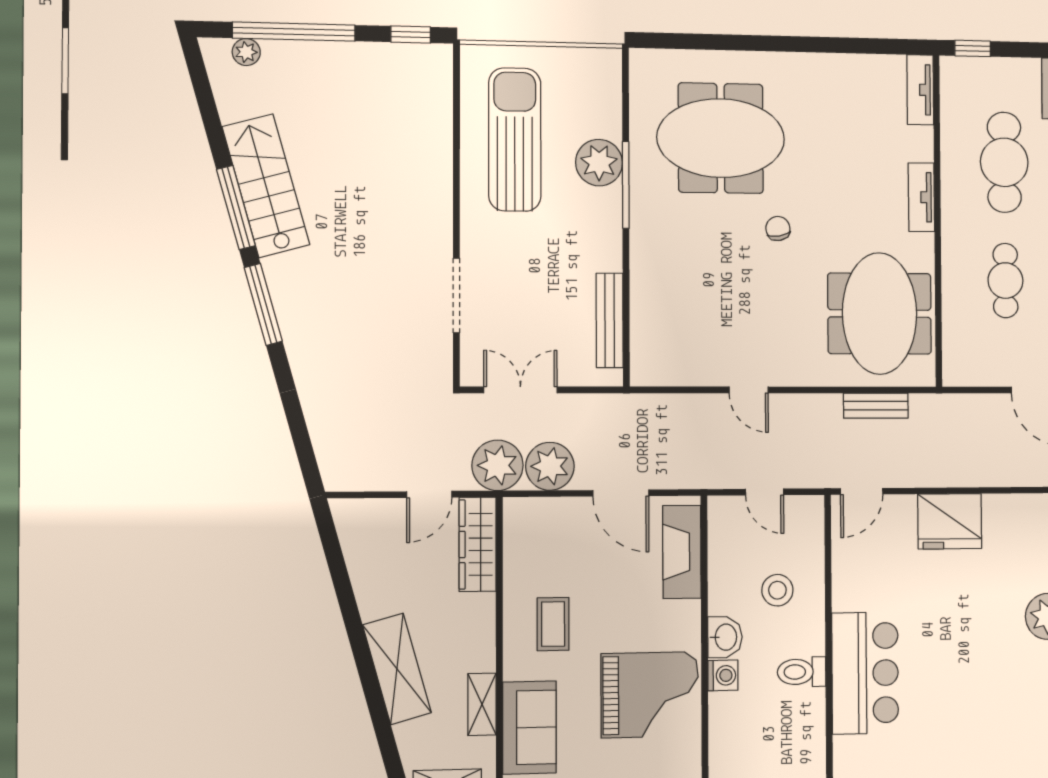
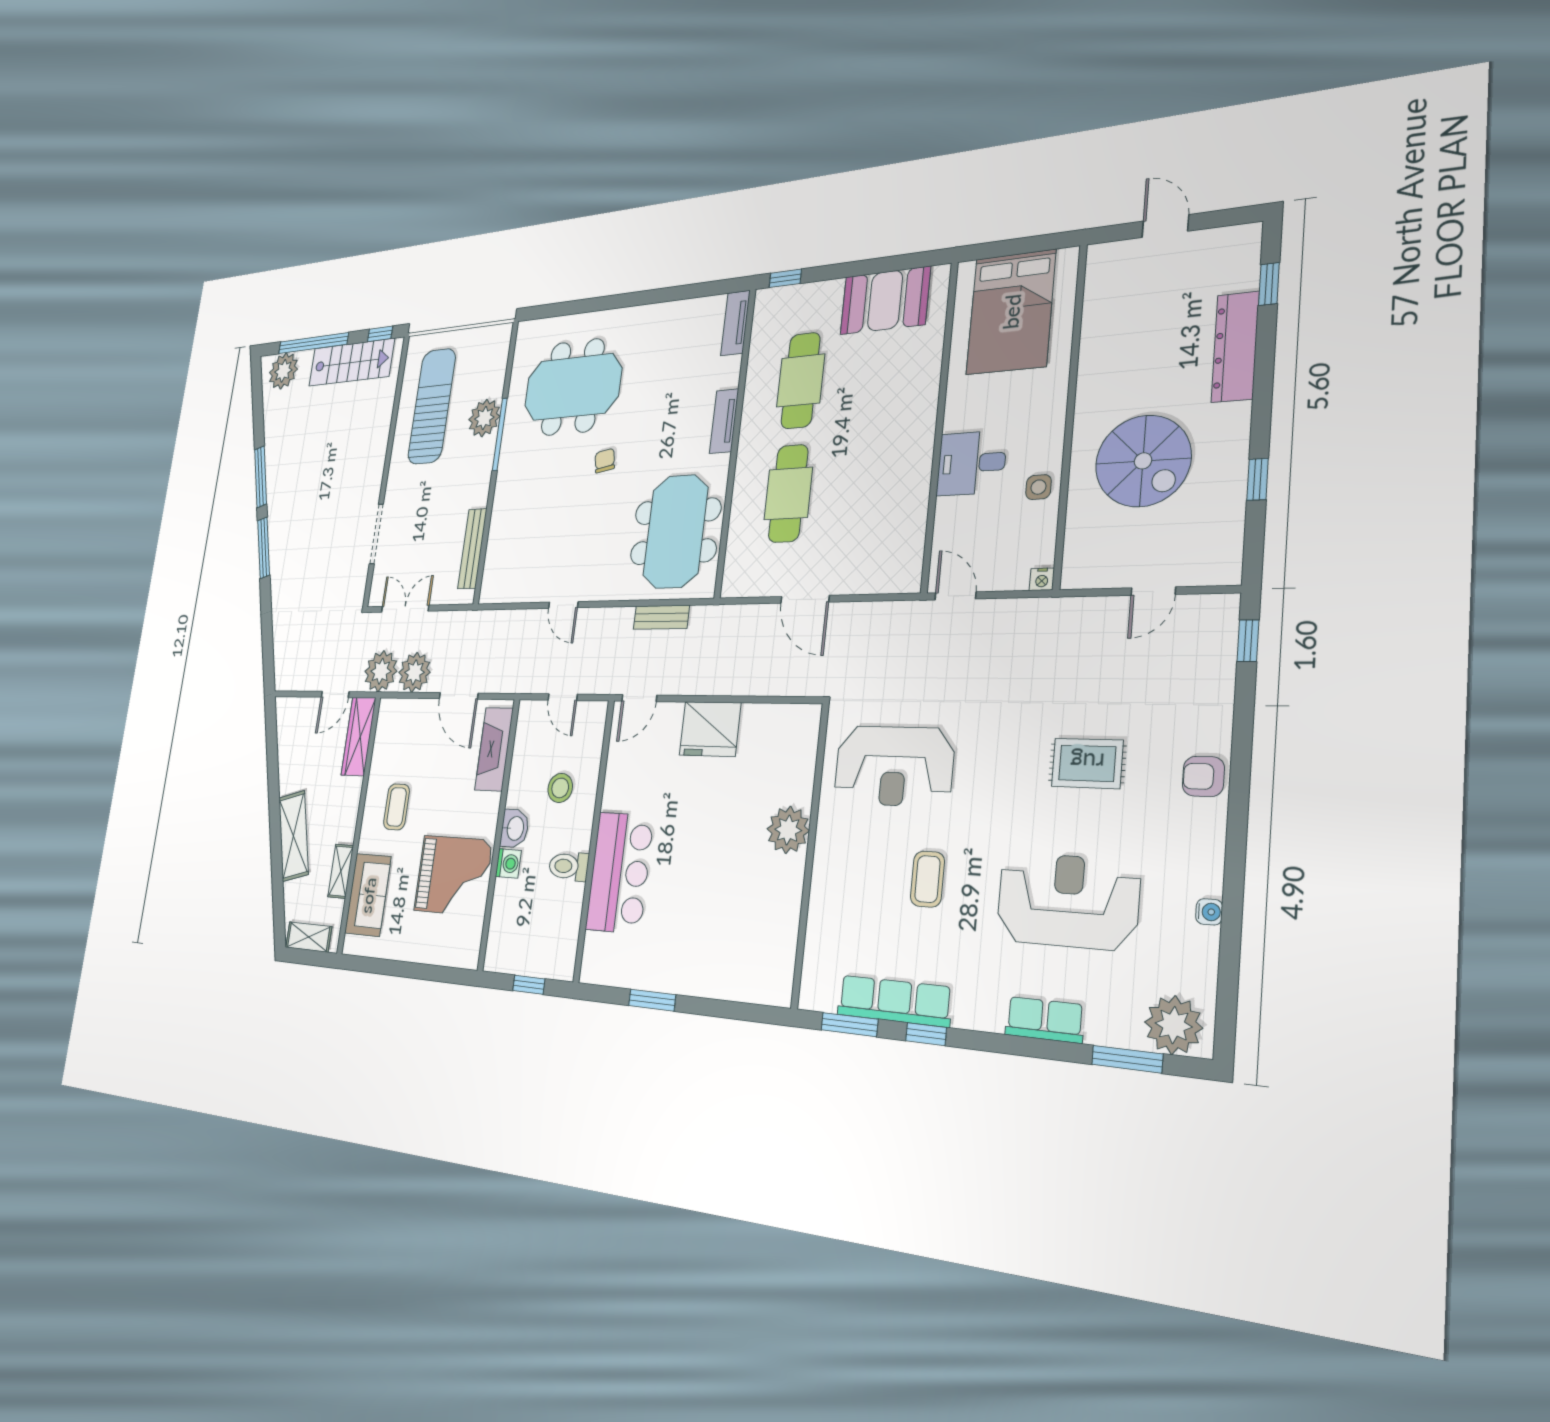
plant: (246, 52) -> (283, 371), width x1.88, depth x1.88
stairs: (266, 186) -> (351, 362), moved, turned 106
cafe table: (1005, 281) -> (788, 493), width x1.37, depth x1.35

